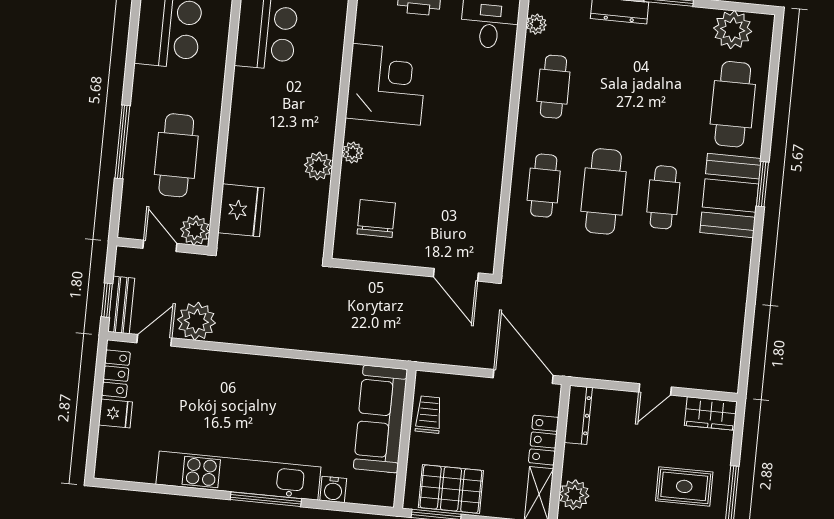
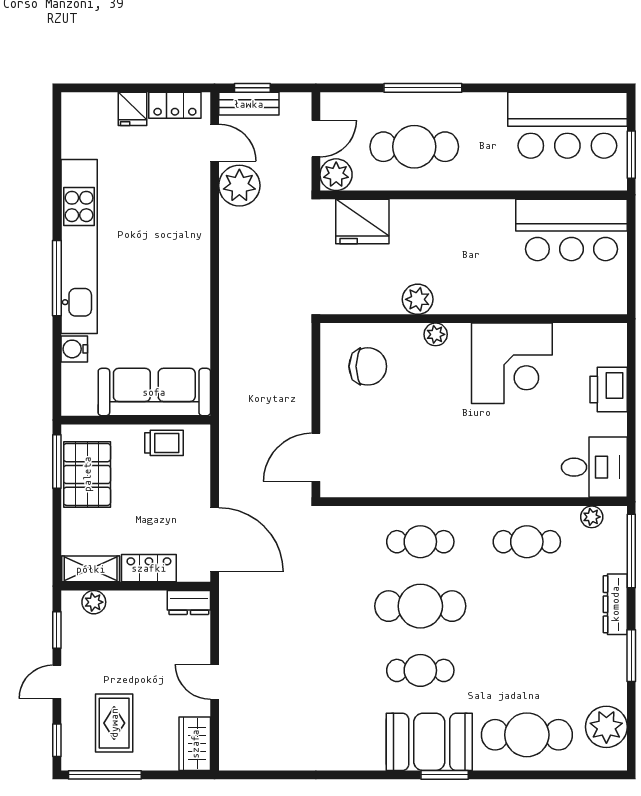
door: (523, 377) -> (215, 540), hinge flipped
dresser: (578, 415) -> (189, 603), width x0.70
plant: (574, 495) -> (94, 602), width x0.73, depth x0.73

